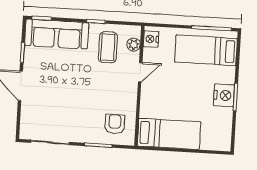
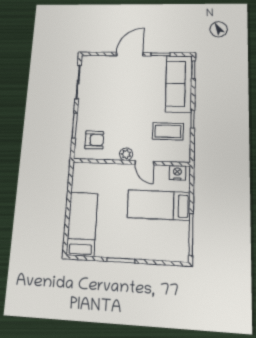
plant: (134, 45) -> (126, 154), moved
bed: (206, 50) -> (159, 205), moved, turned -90
nightstand: (224, 95) -> (122, 248), removed
bed: (169, 134) -> (82, 224), moved, turned 180

